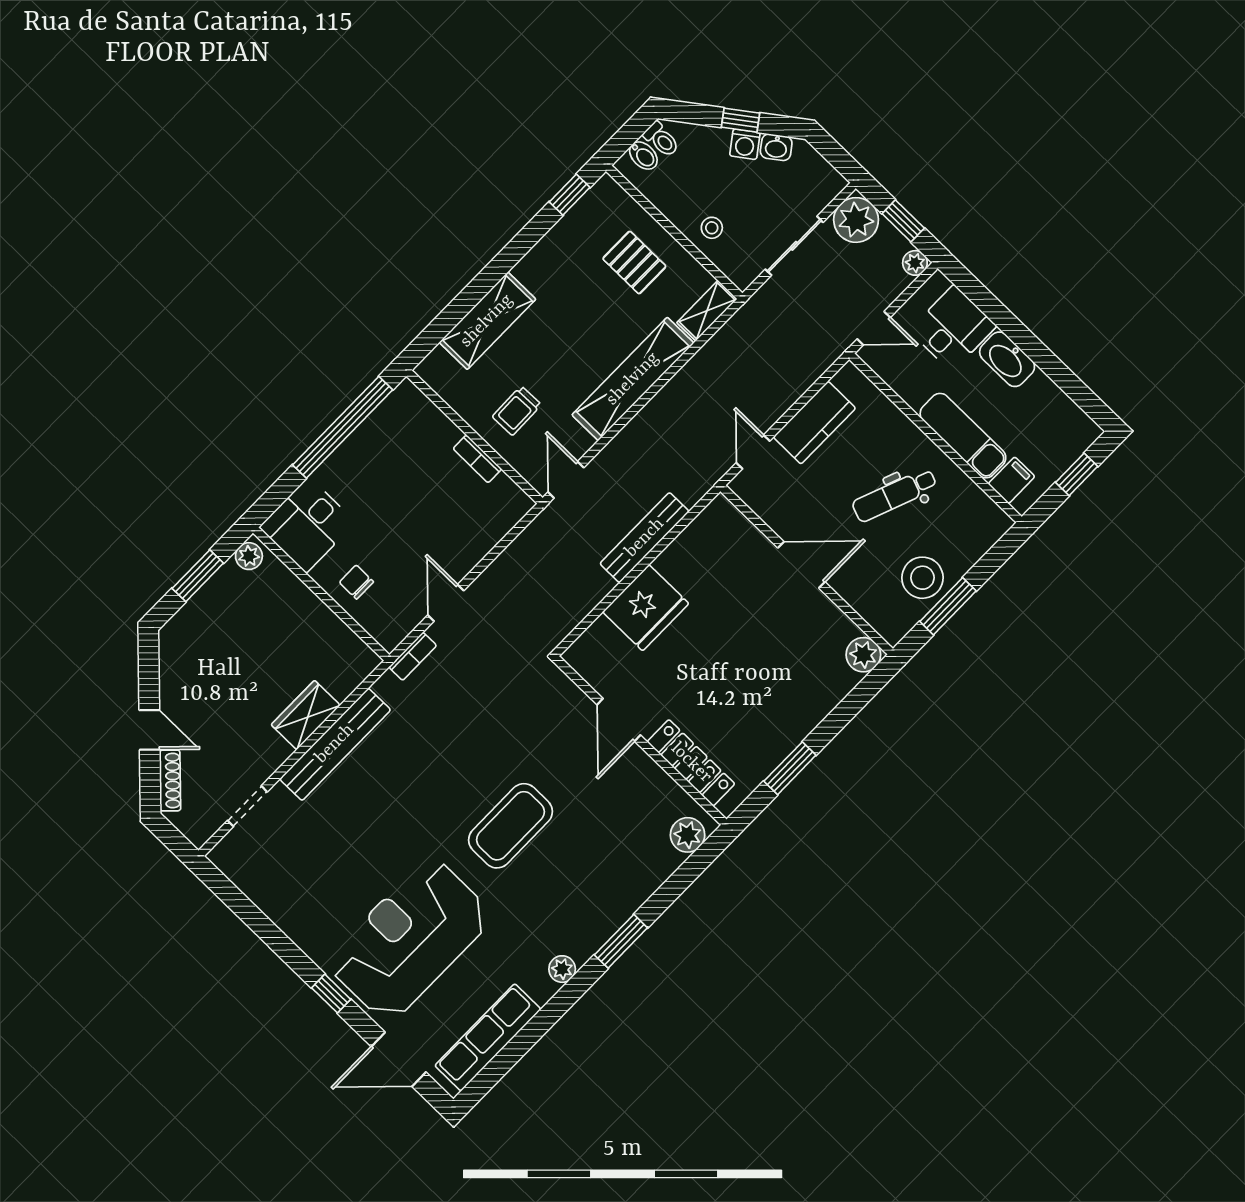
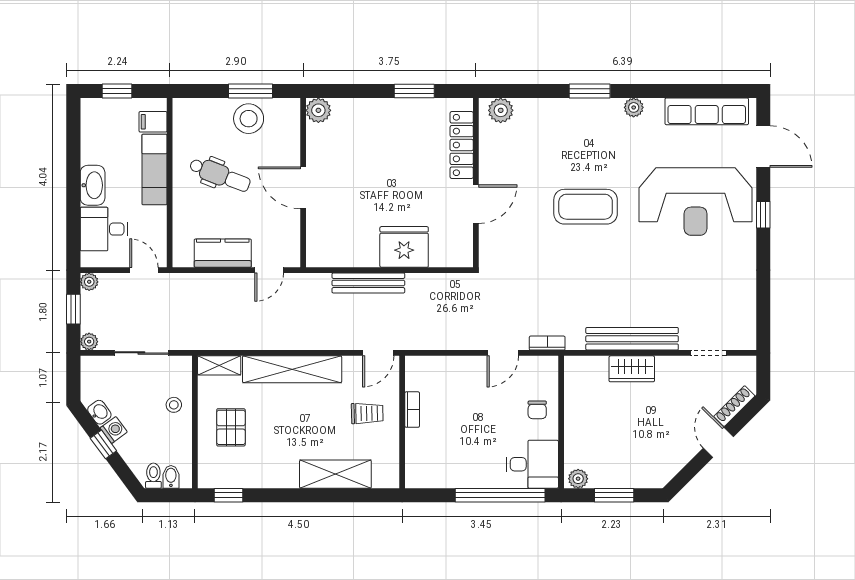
plant: (856, 220) -> (89, 342), width x0.53, depth x0.53
window: (343, 427) -> (500, 495), moved

